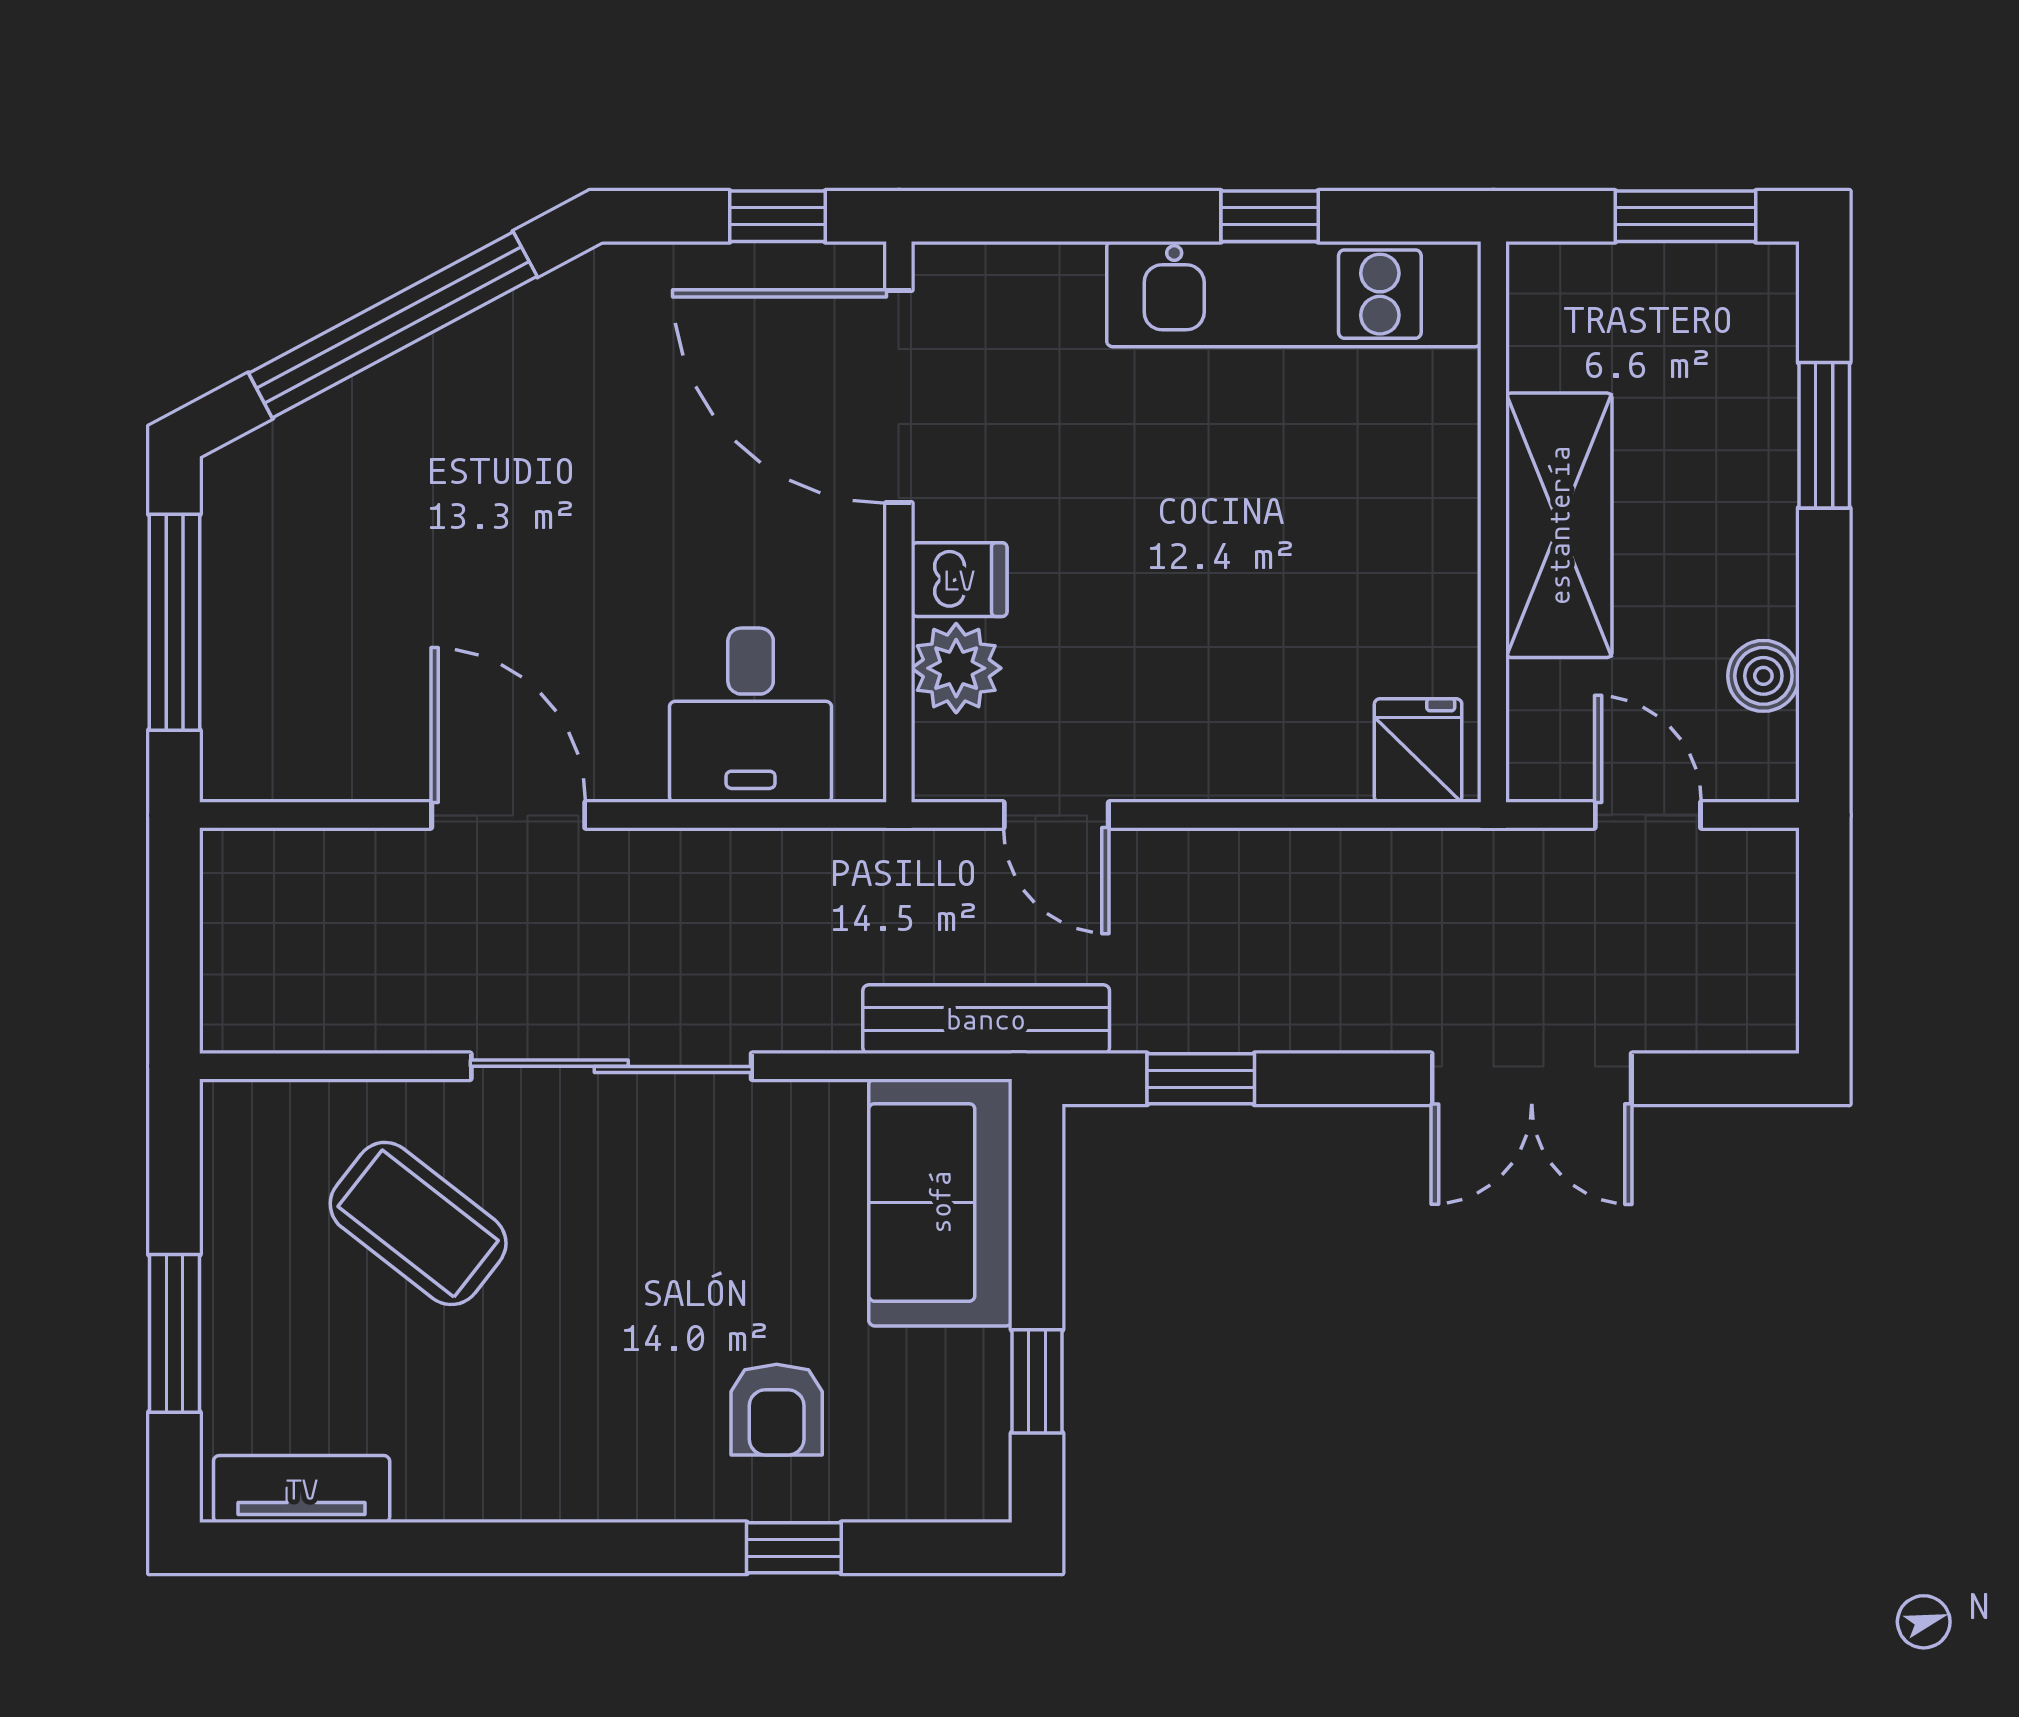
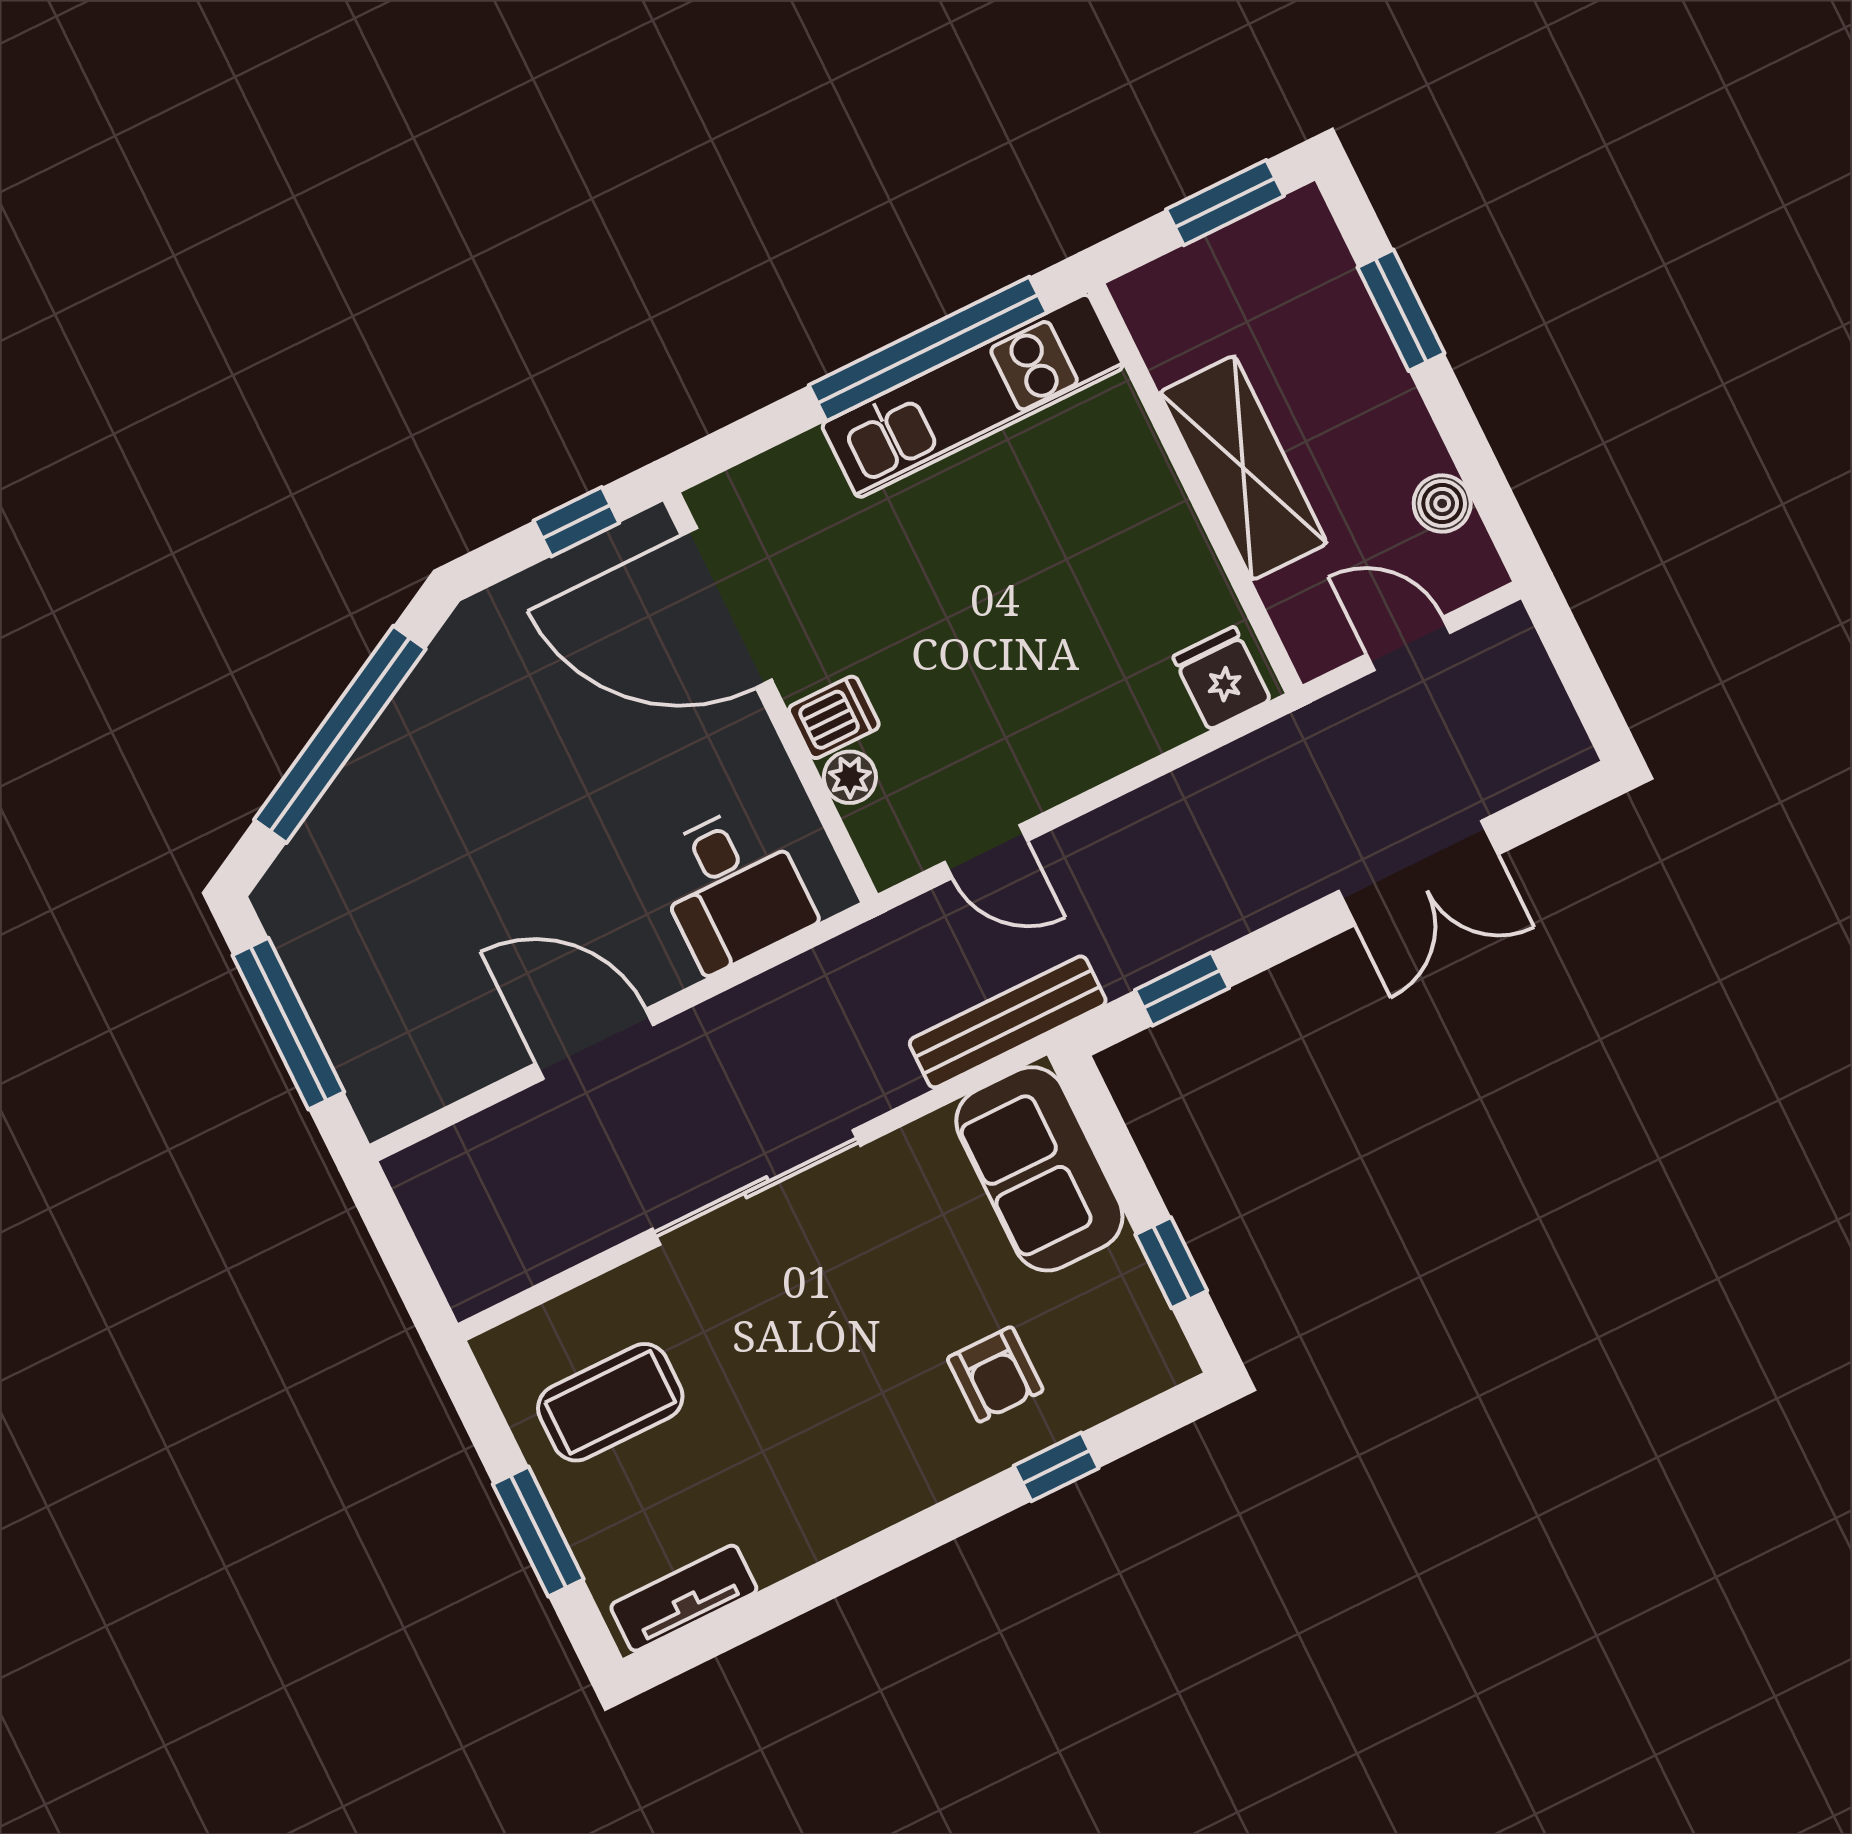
window: (1270, 216) -> (928, 349), width x3.17
plant: (956, 668) -> (850, 777), width x0.73, depth x0.73
coffee table: (418, 1223) -> (610, 1402), moved, turned -38

